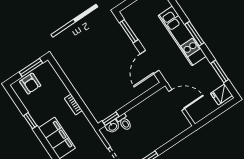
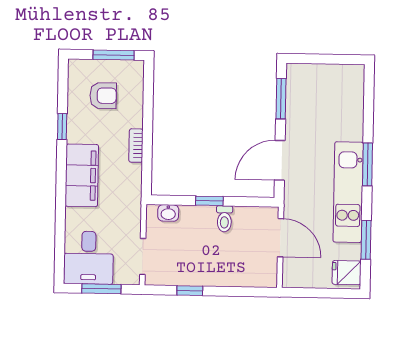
kitchen unit: (182, 36) -> (348, 192), moved
armchair: (30, 84) -> (103, 96), moved, turned -90
window: (111, 119) -> (209, 201), moved
toilet: (124, 122) -> (224, 219), moved

